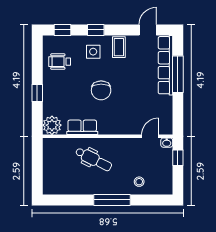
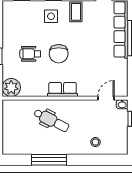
wheelchair: (60, 62) -> (30, 54), moved
row of seats: (82, 127) -> (63, 89), moved
window: (112, 200) -> (49, 160), moved

